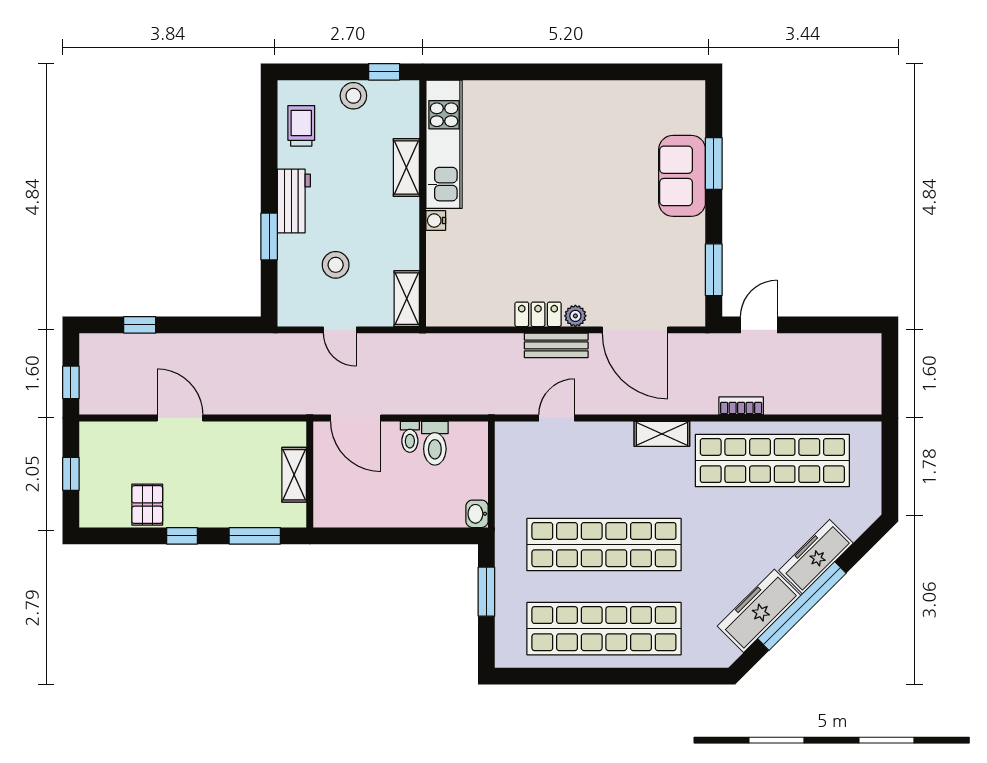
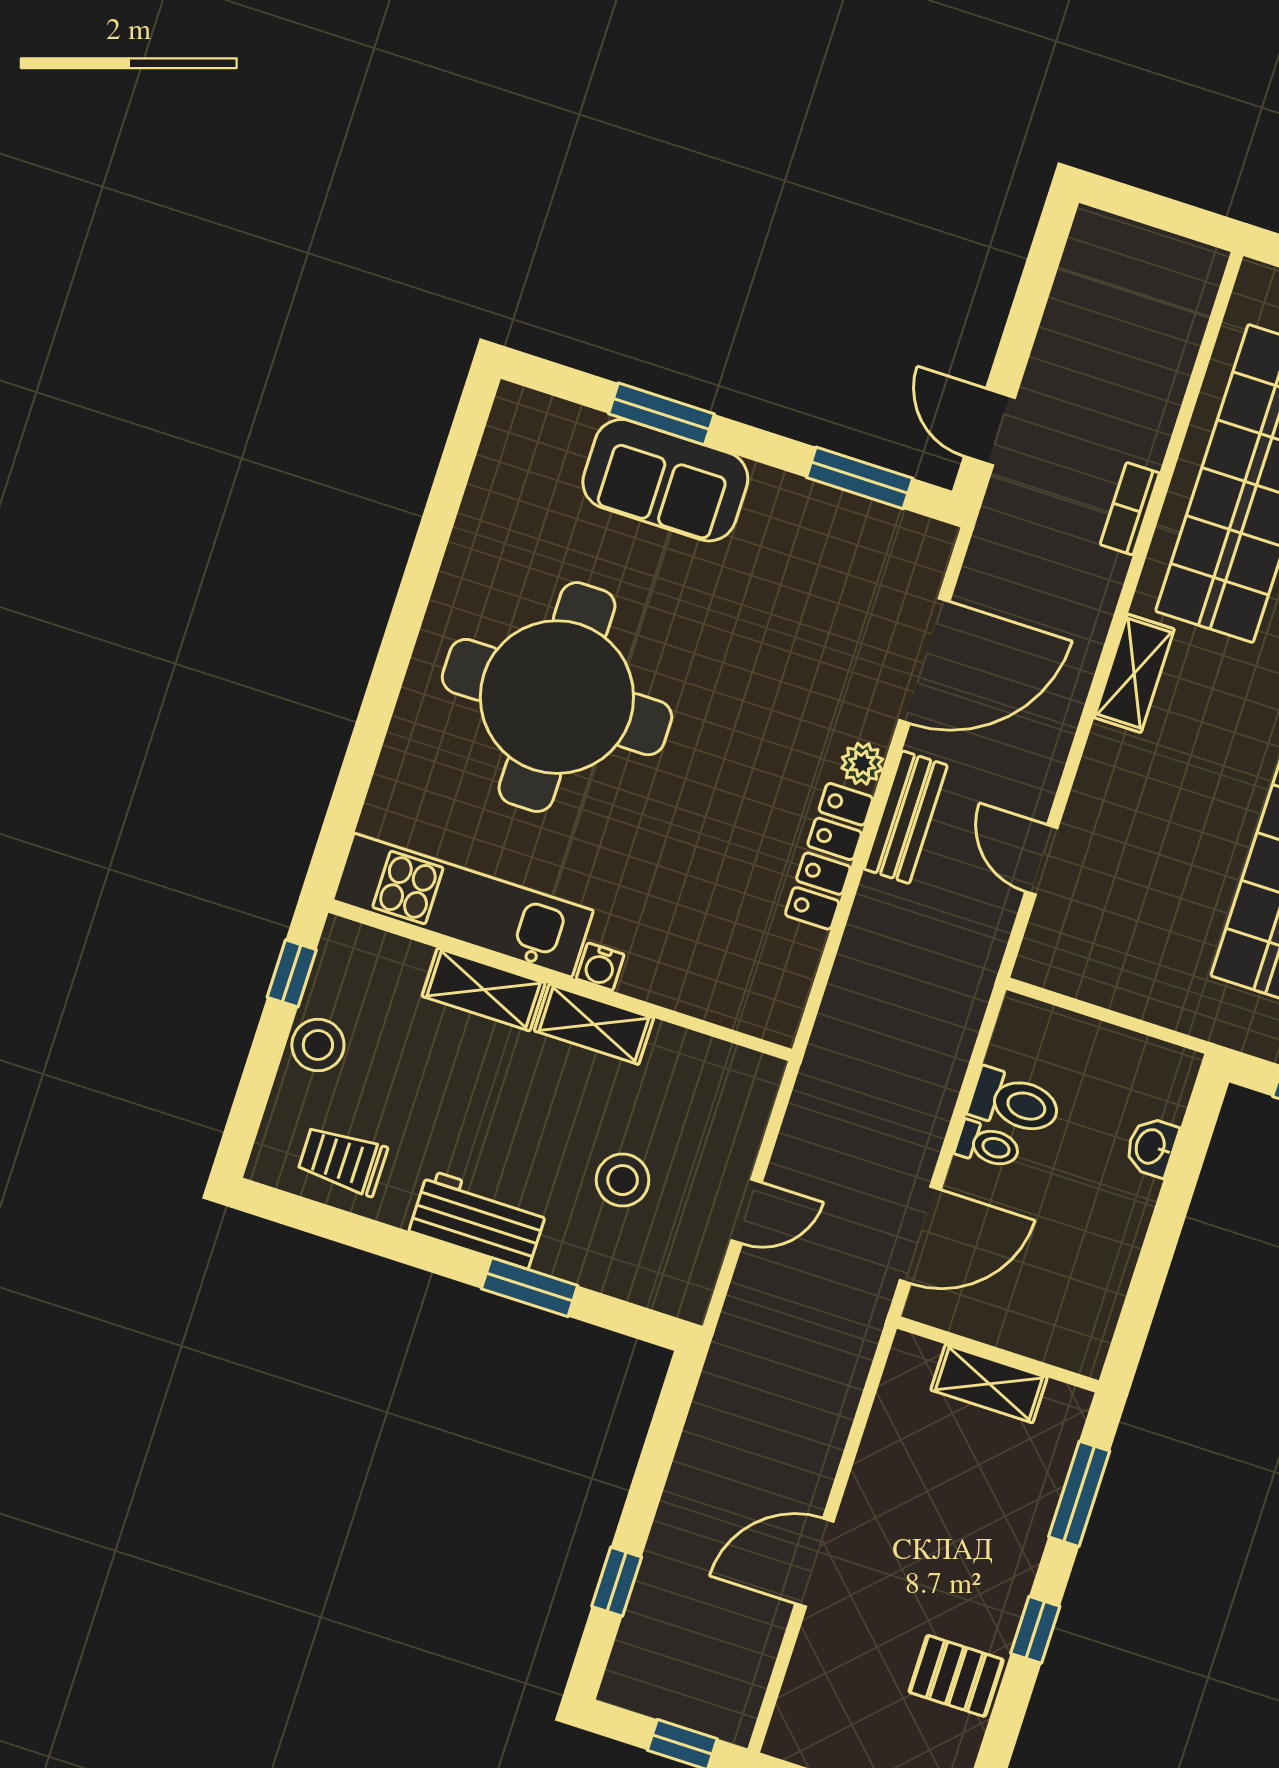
round table: (560, 157) -> (557, 697), added
shelving: (407, 299) -> (594, 1024), moved
locker: (538, 314) -> (829, 856), width x1.53
washbasin: (477, 514) -> (1151, 1147), moved, turned 90

